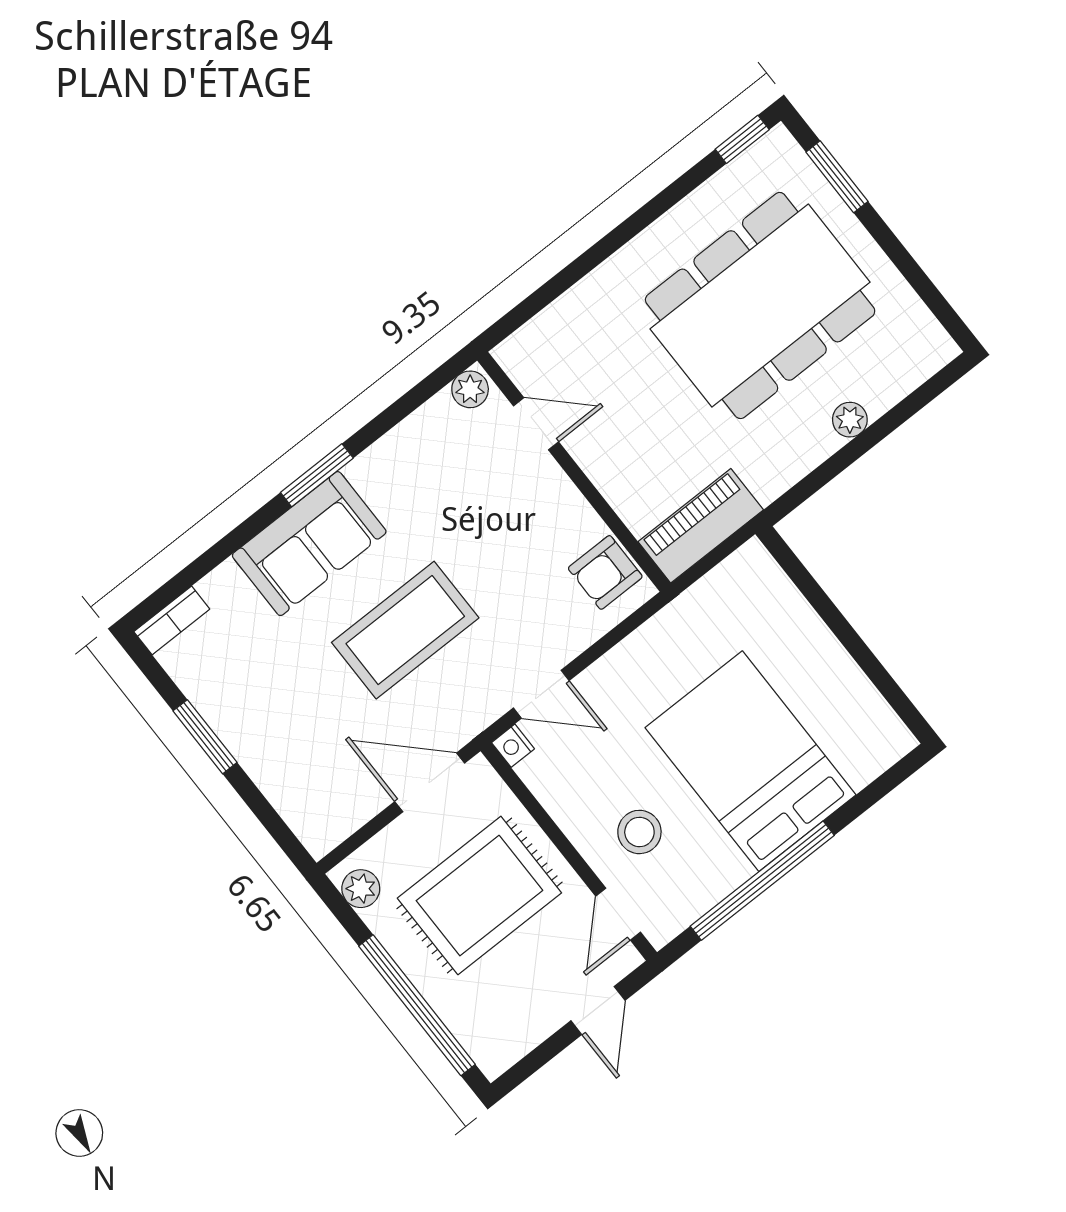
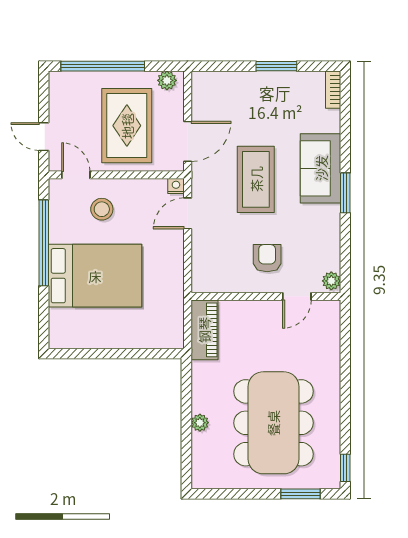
armchair: (605, 572) -> (267, 258), moved

